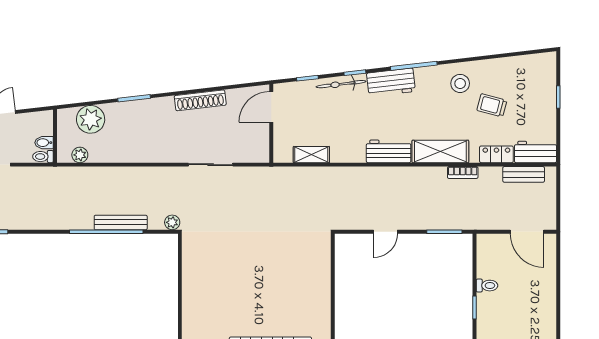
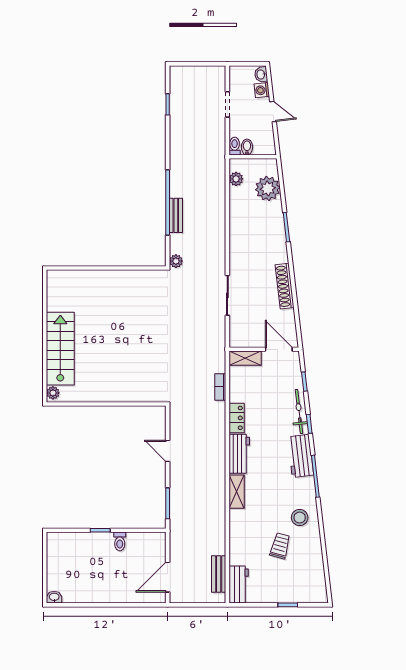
shelving: (440, 151) -> (237, 492), width x0.67, depth x0.75
locker: (496, 154) -> (237, 418), moved
shelving: (311, 155) -> (245, 358), moved, turned 90
bookcase: (463, 173) -> (220, 387), moved
bench: (121, 222) -> (176, 215), width x0.73

